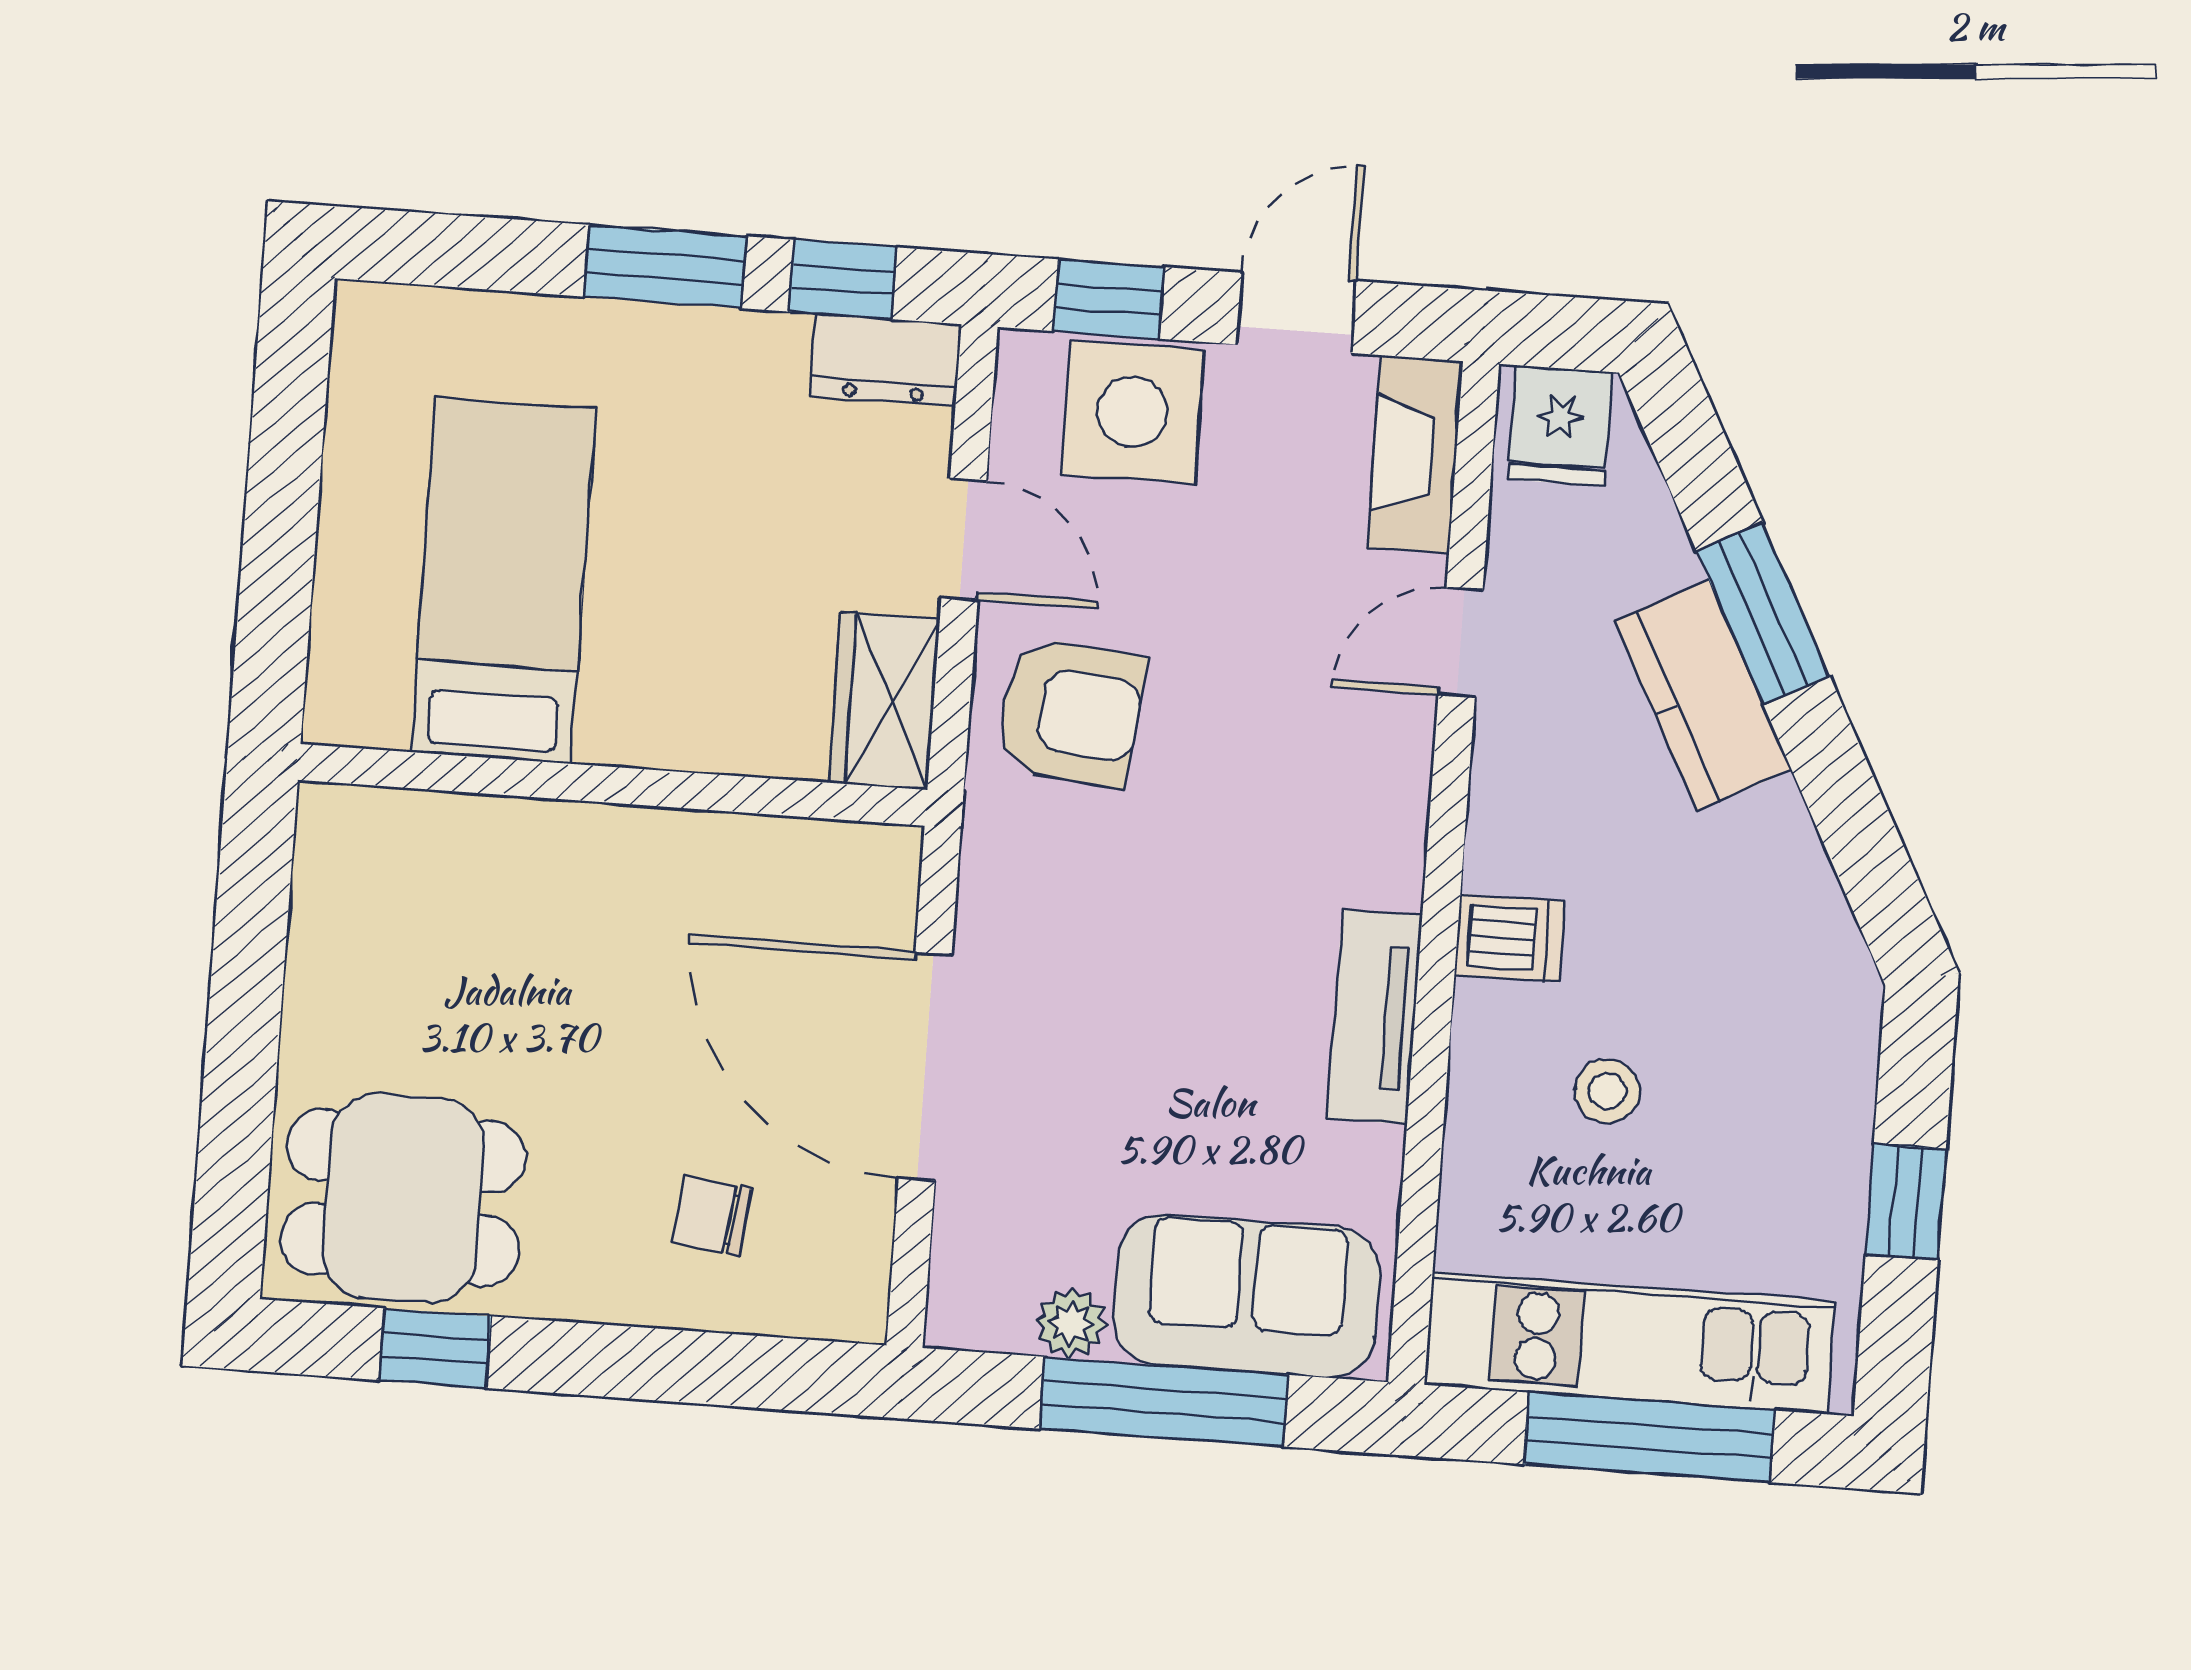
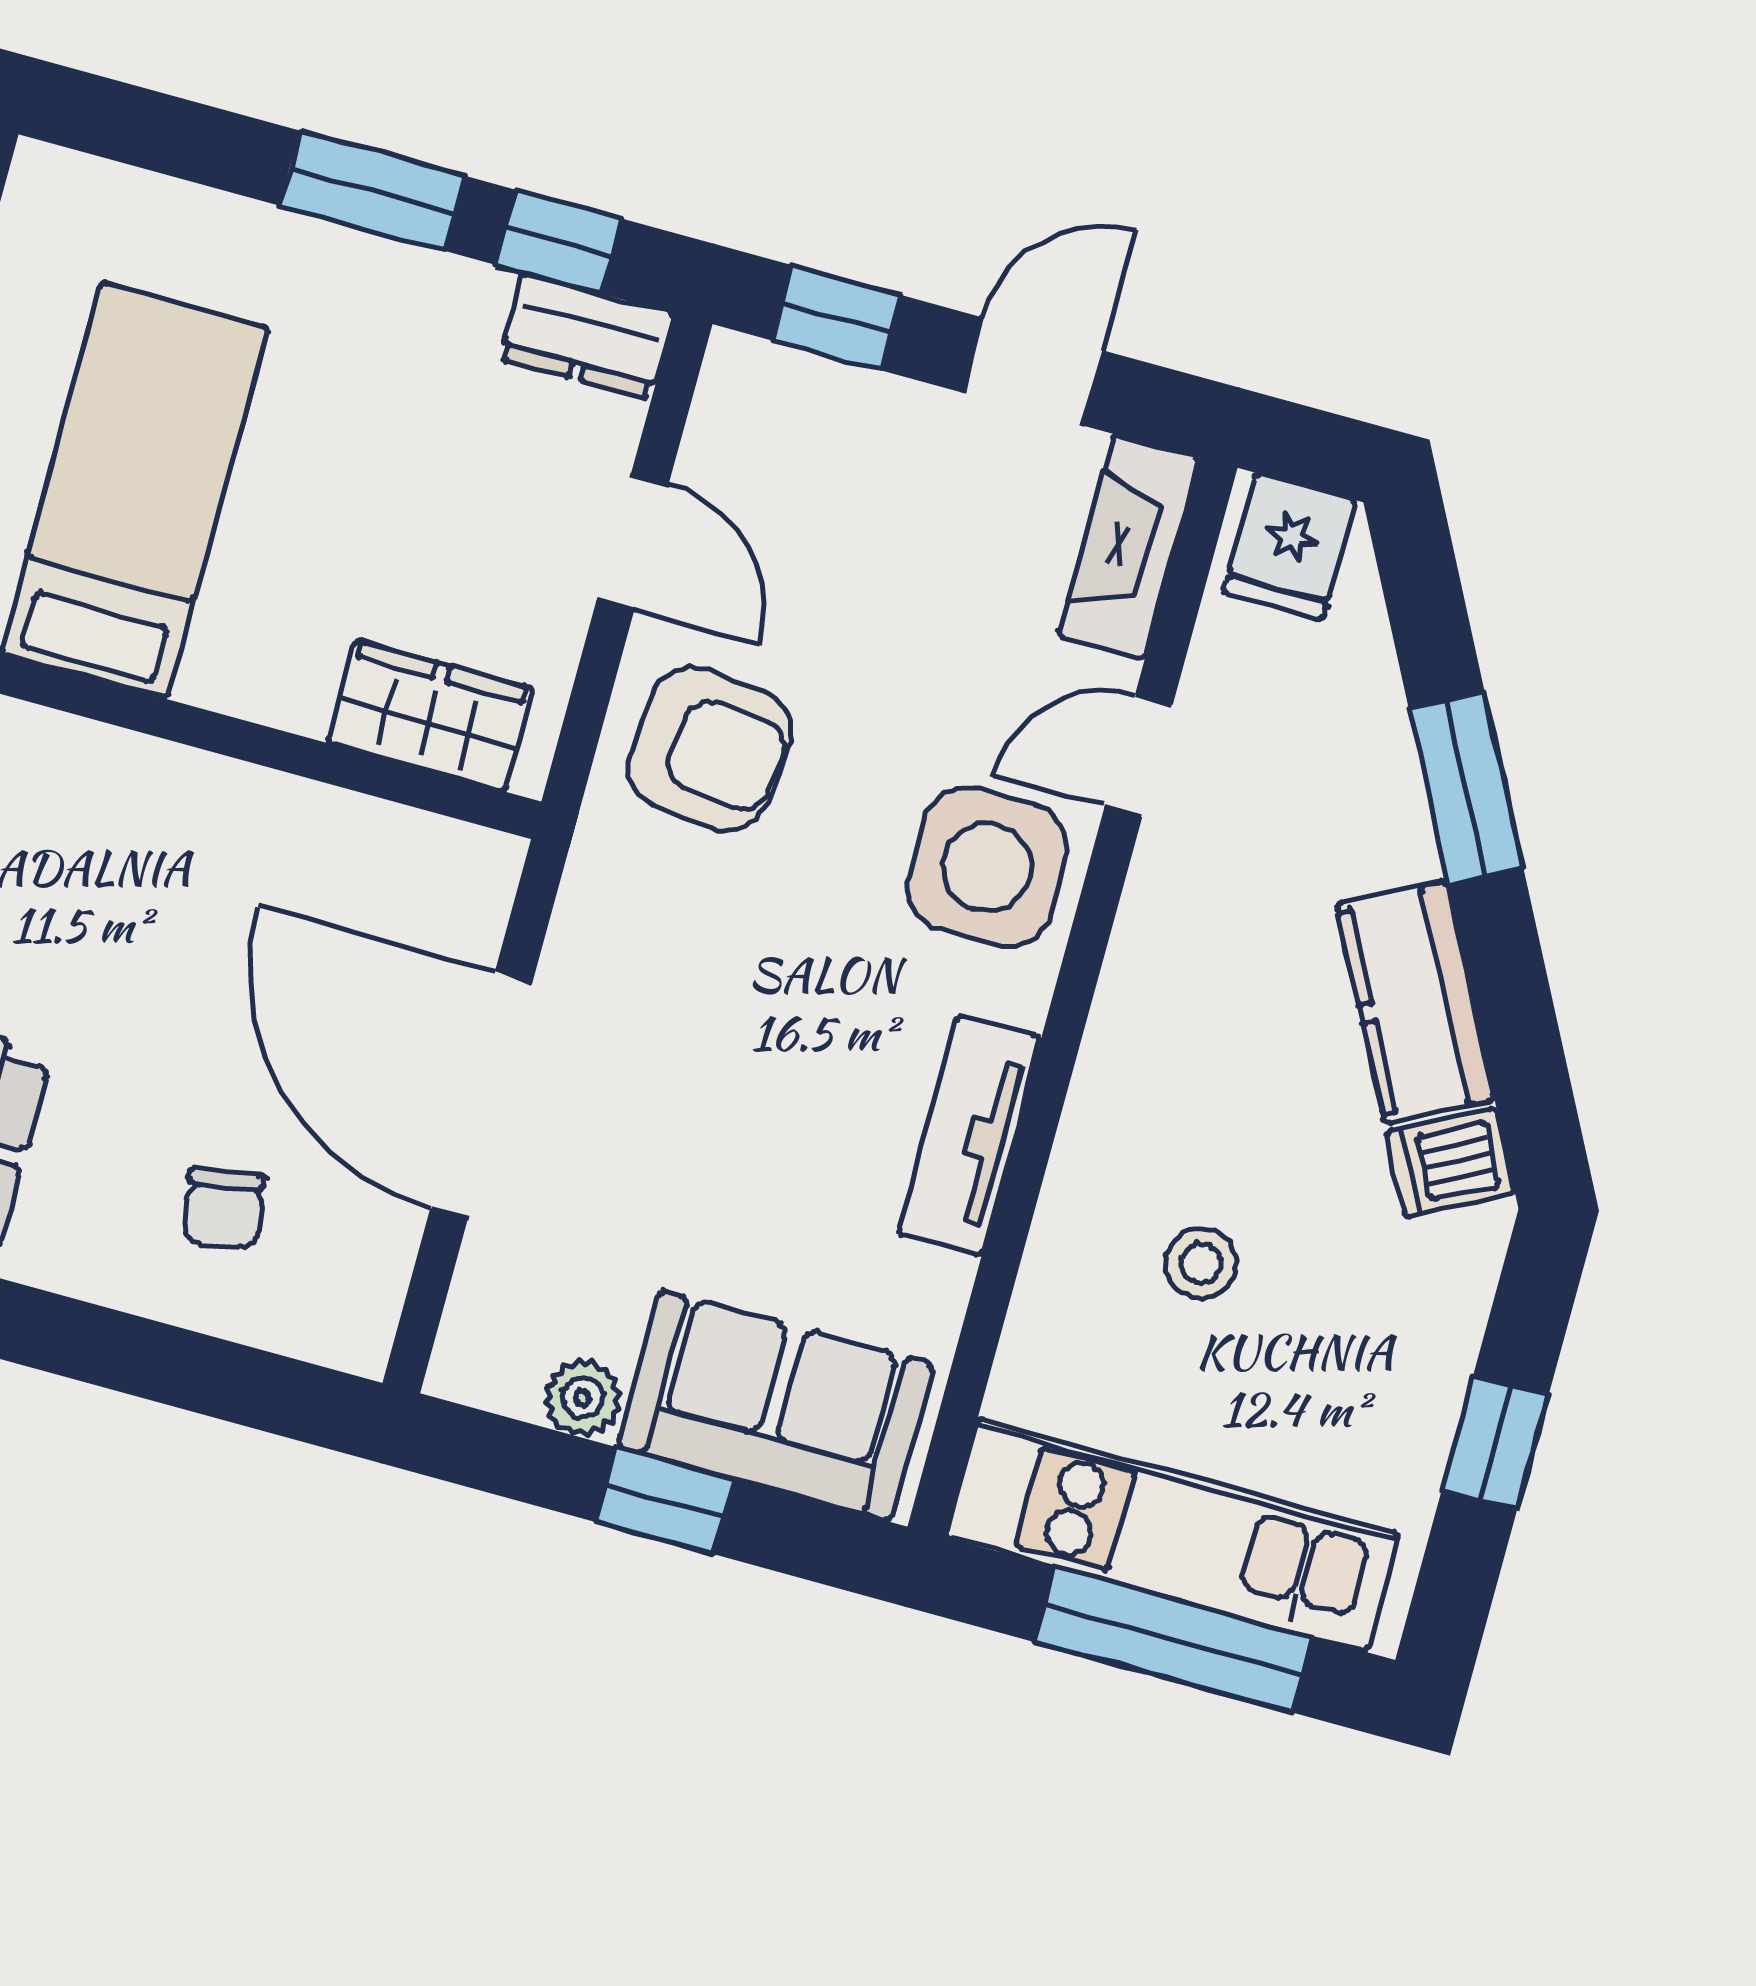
side table: (1132, 412) -> (987, 867), moved
kitchen counter: (1703, 695) -> (1416, 1002), moved
wardrobe: (884, 701) -> (430, 715), moved, turned 90
dishwasher: (1509, 938) -> (1450, 1163), moved, turned 152
chair: (712, 1216) -> (224, 1209), turned -107
window: (1164, 1402) -> (665, 1501), width x0.46

